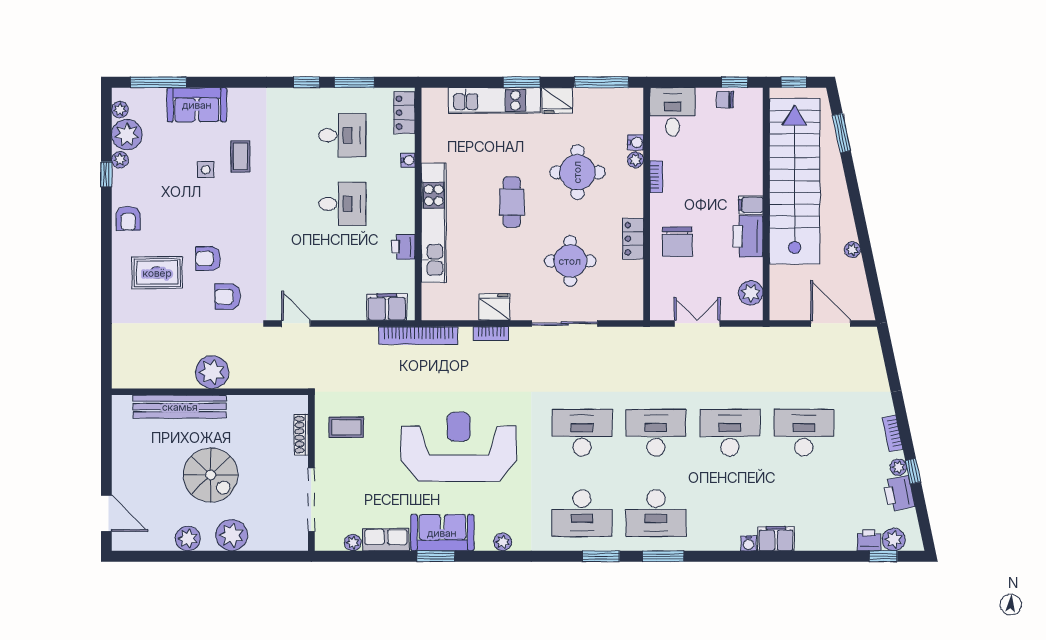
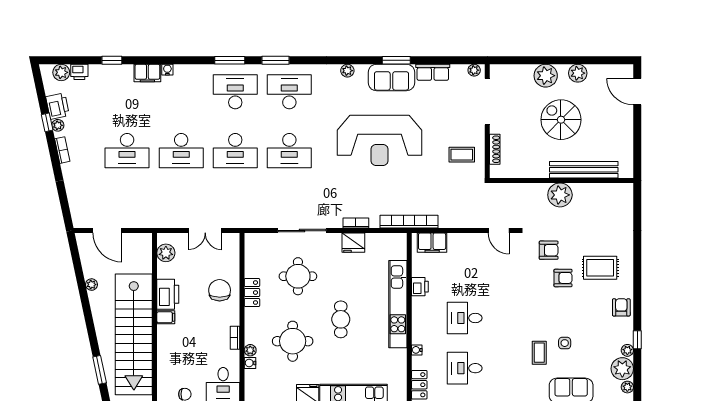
plant: (353, 543) -> (474, 70), moved
window: (883, 556) -> (112, 60), moved

